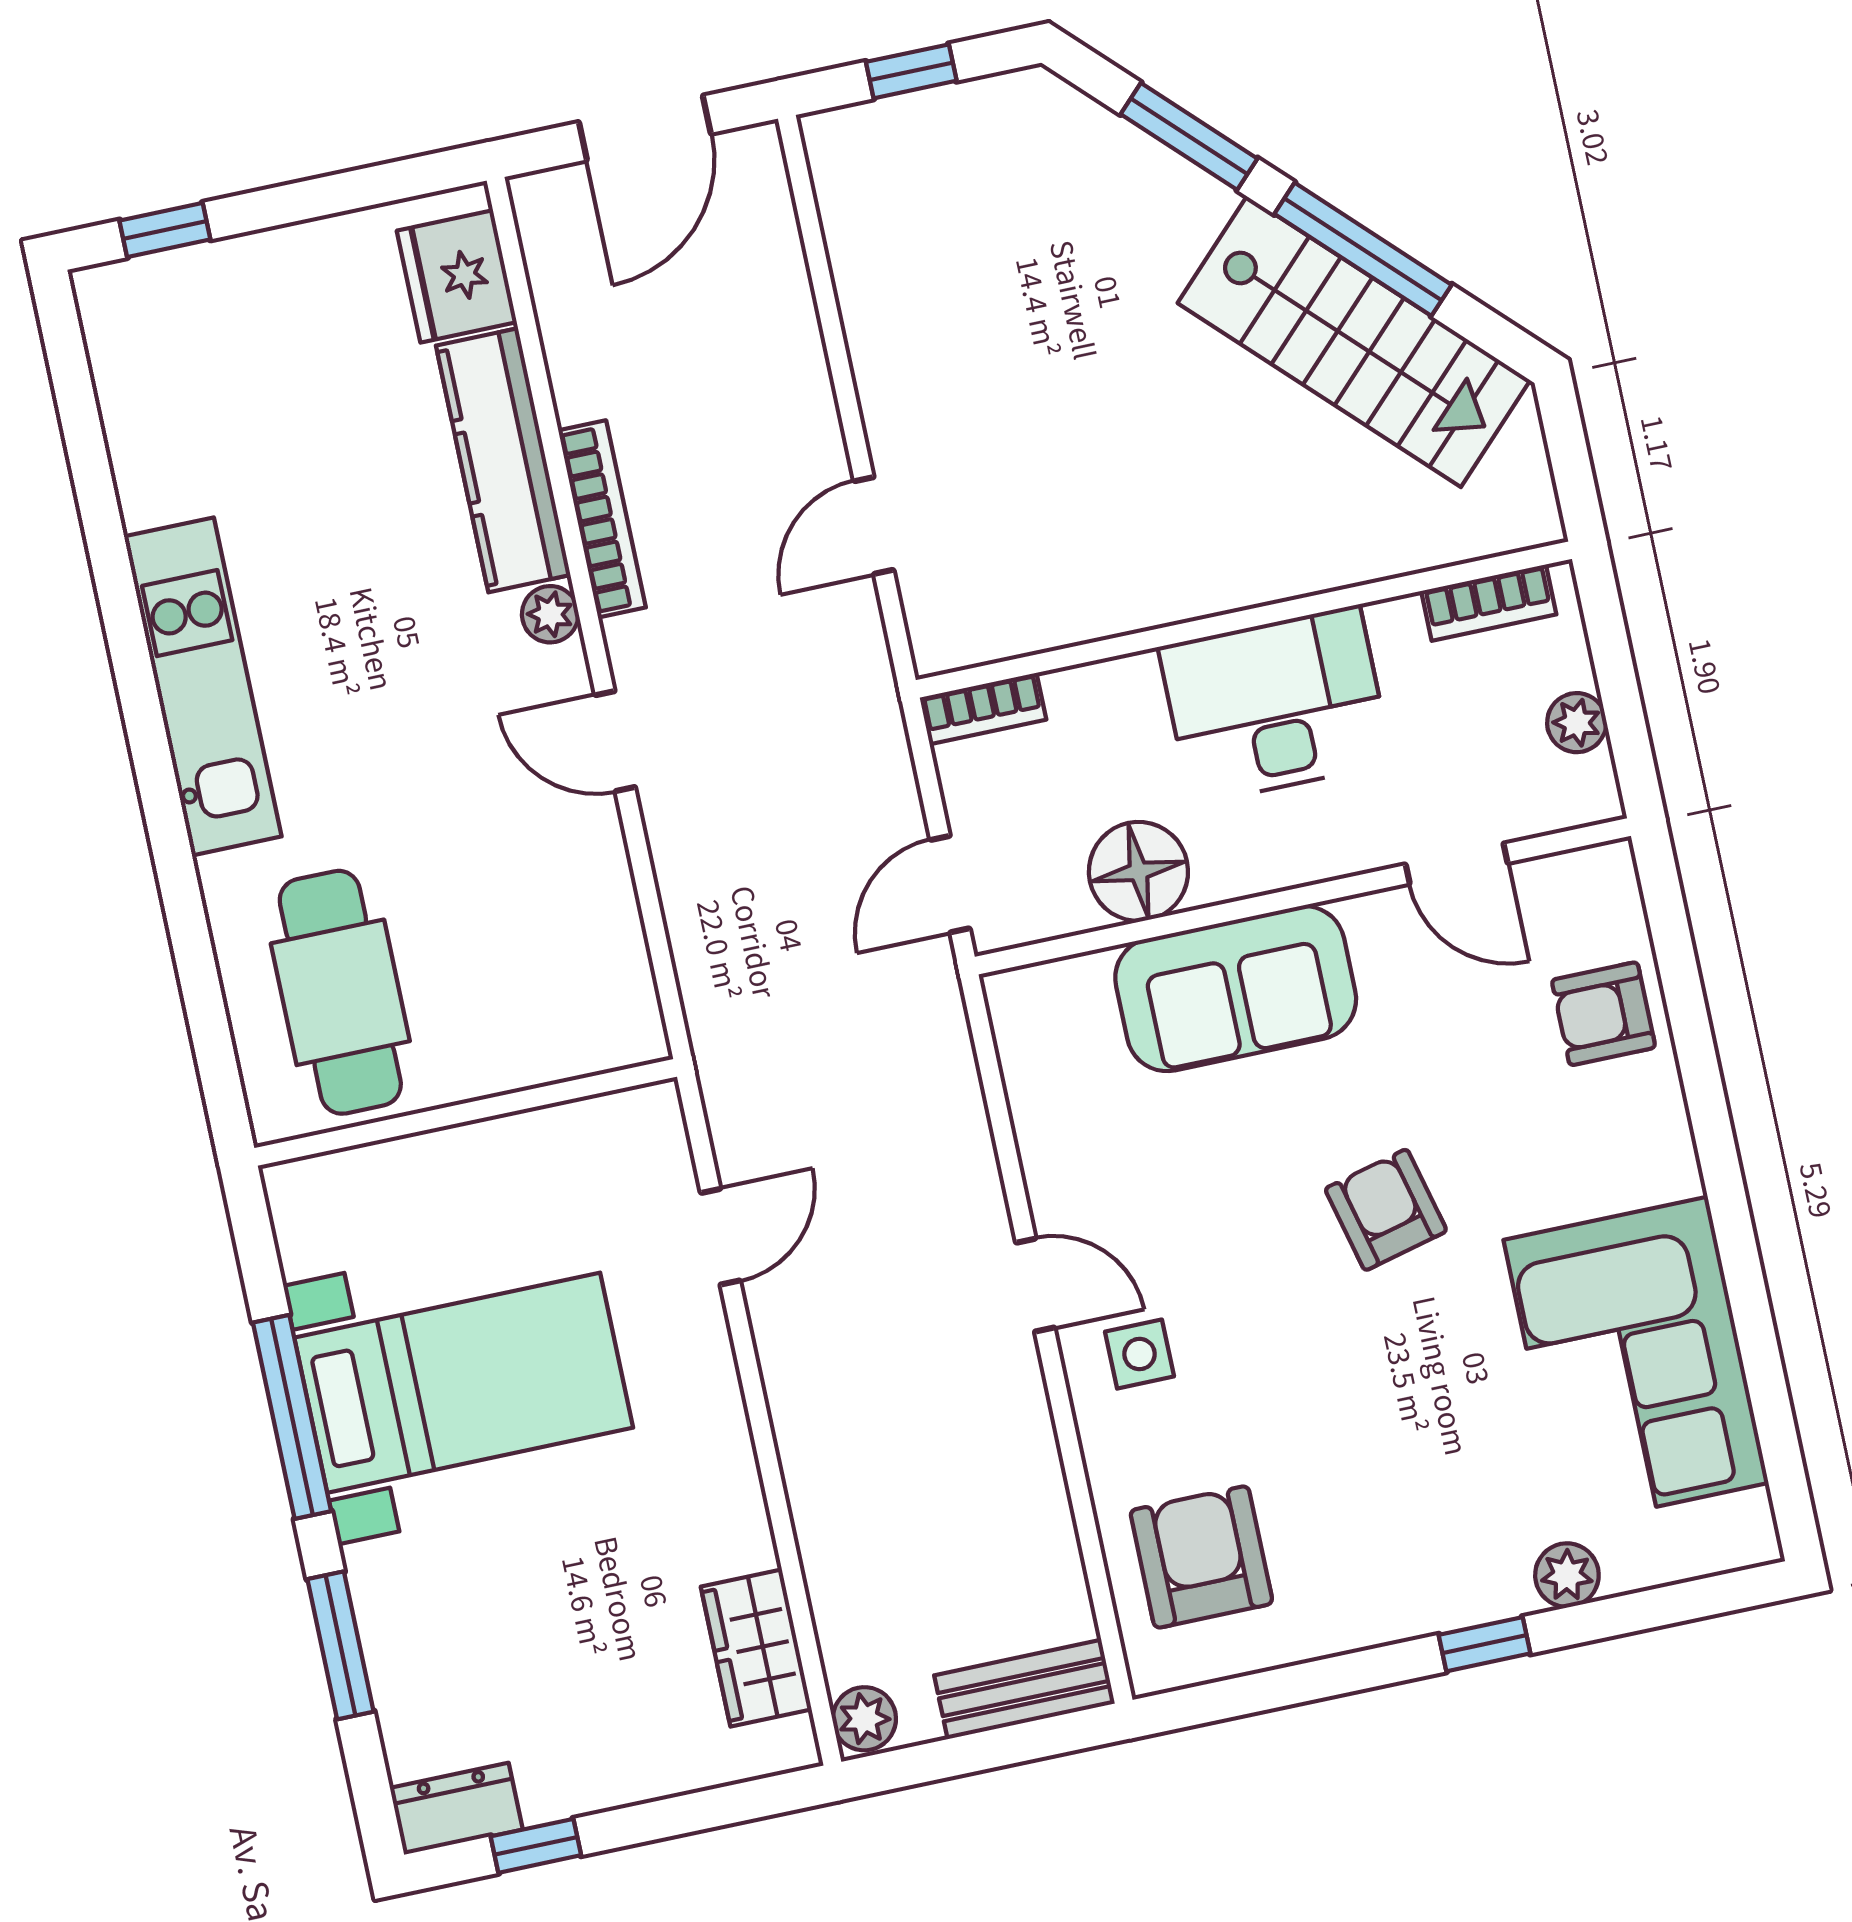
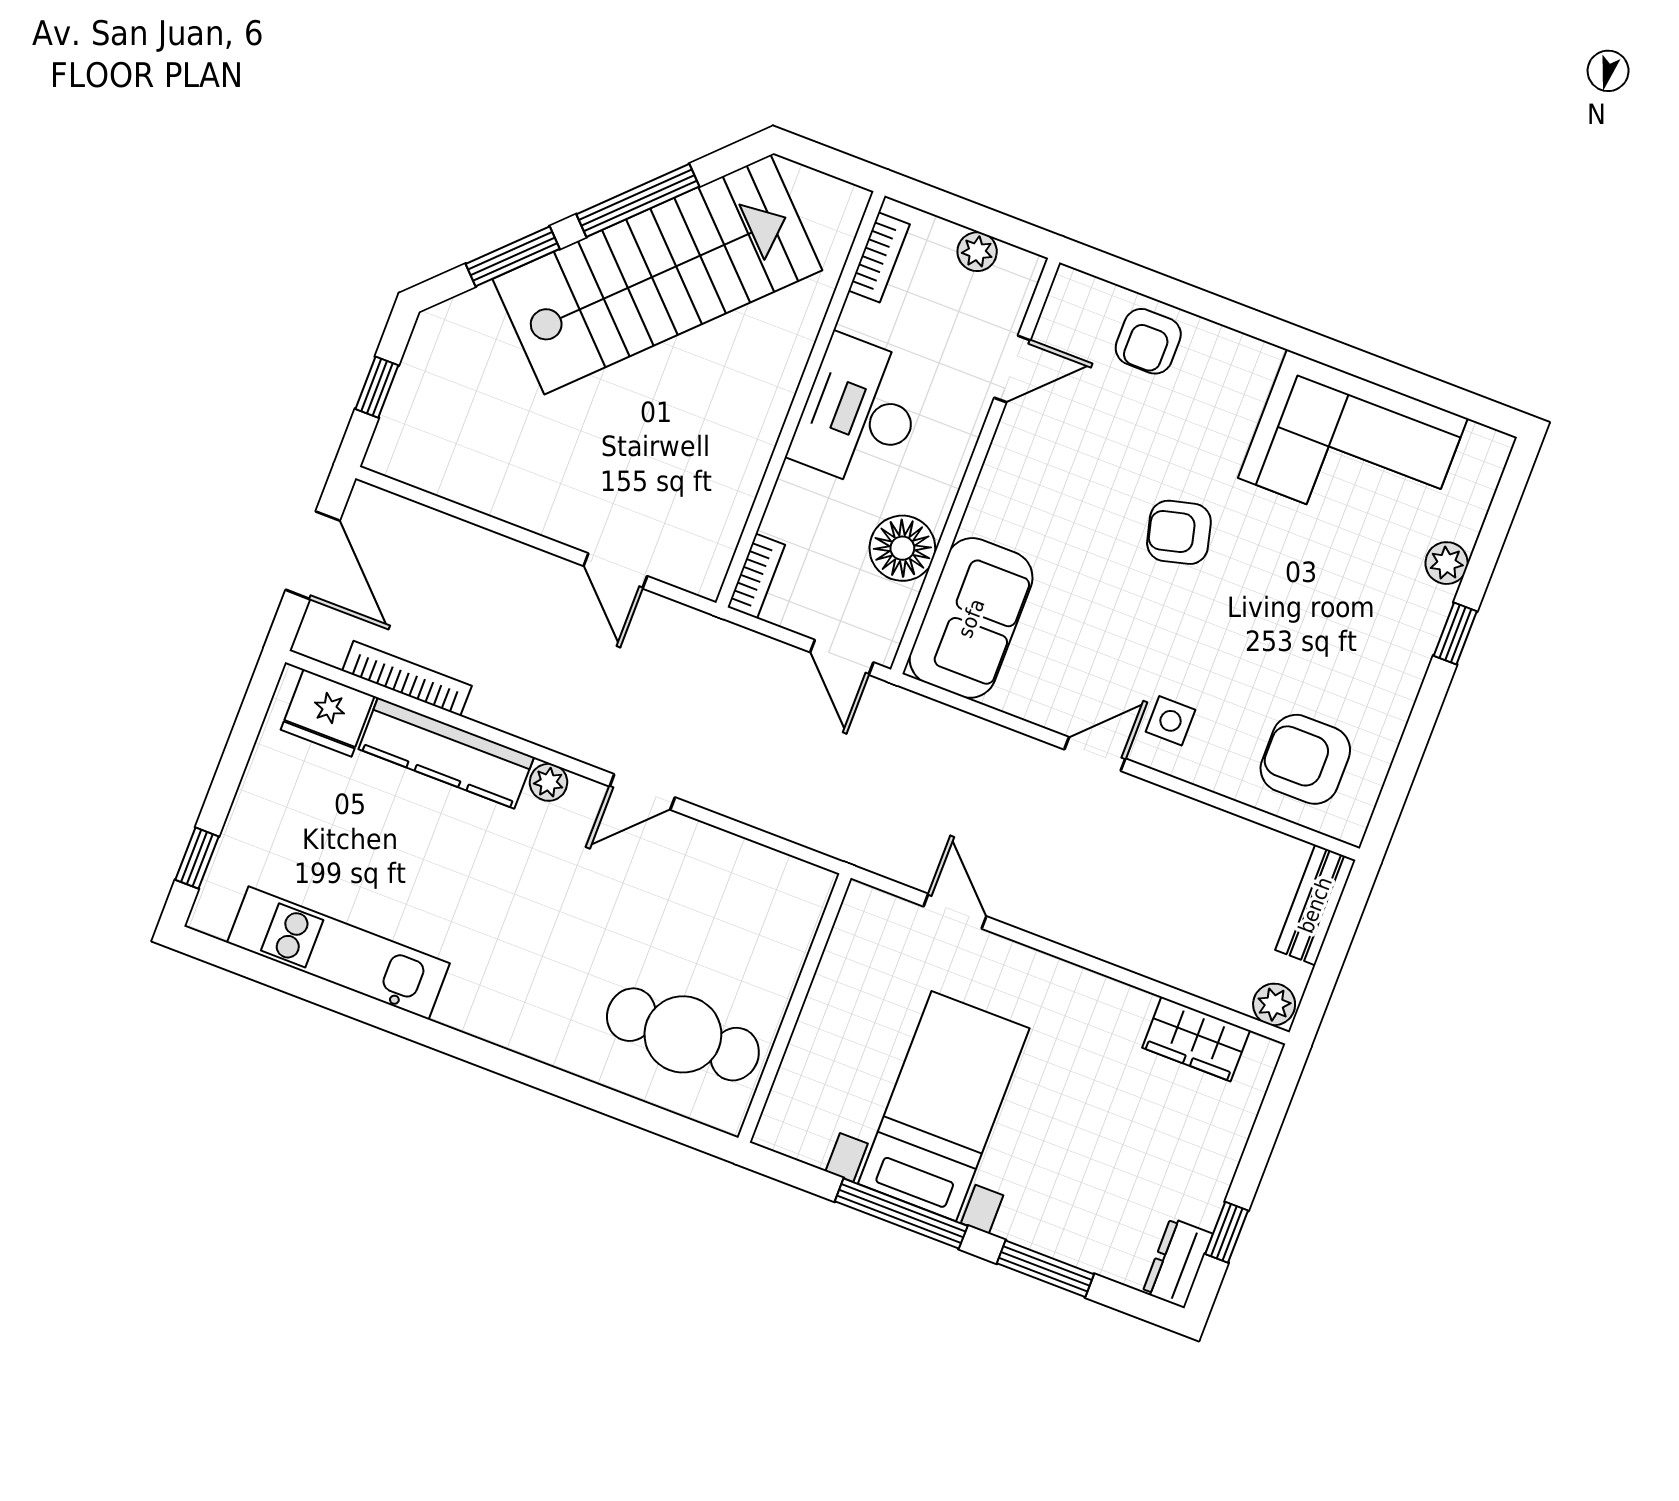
stairs: (1354, 342) -> (657, 275), width x1.36, depth x1.51
bookcase: (602, 519) -> (407, 678), moved
kitchen unit: (203, 686) -> (338, 953), moved
sofa: (1236, 989) -> (971, 618), moved

